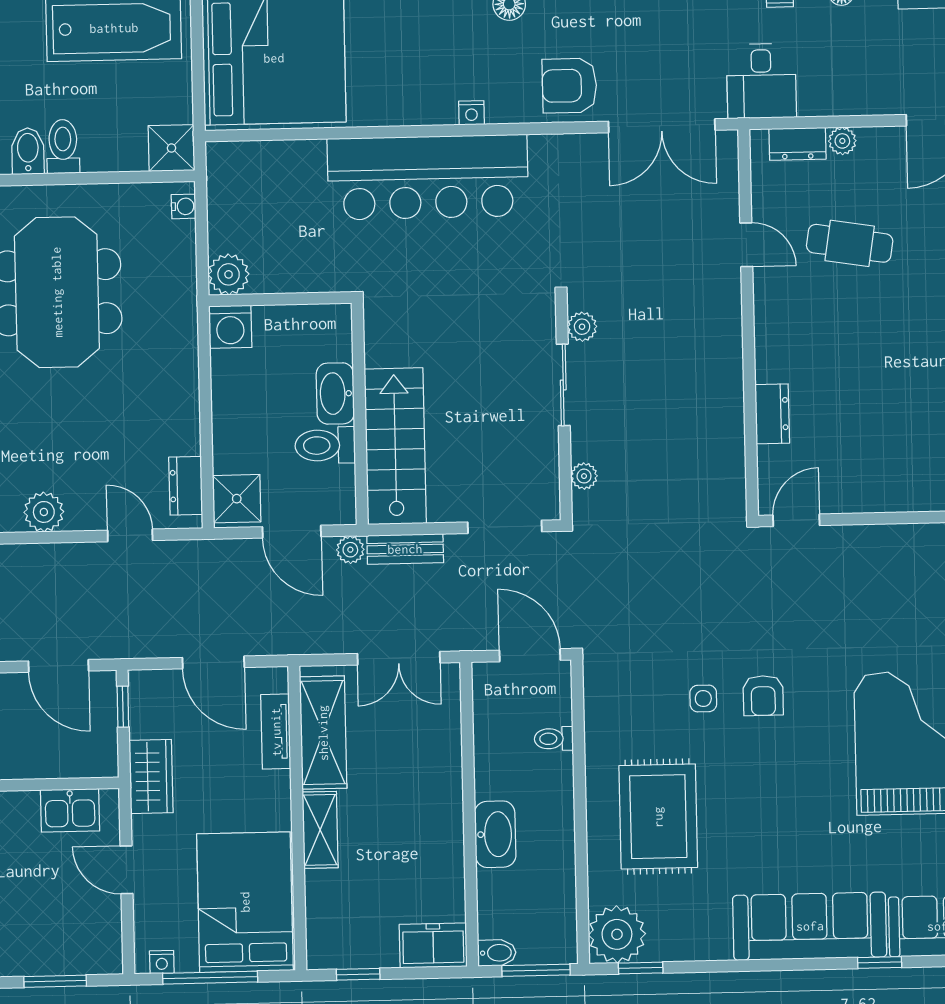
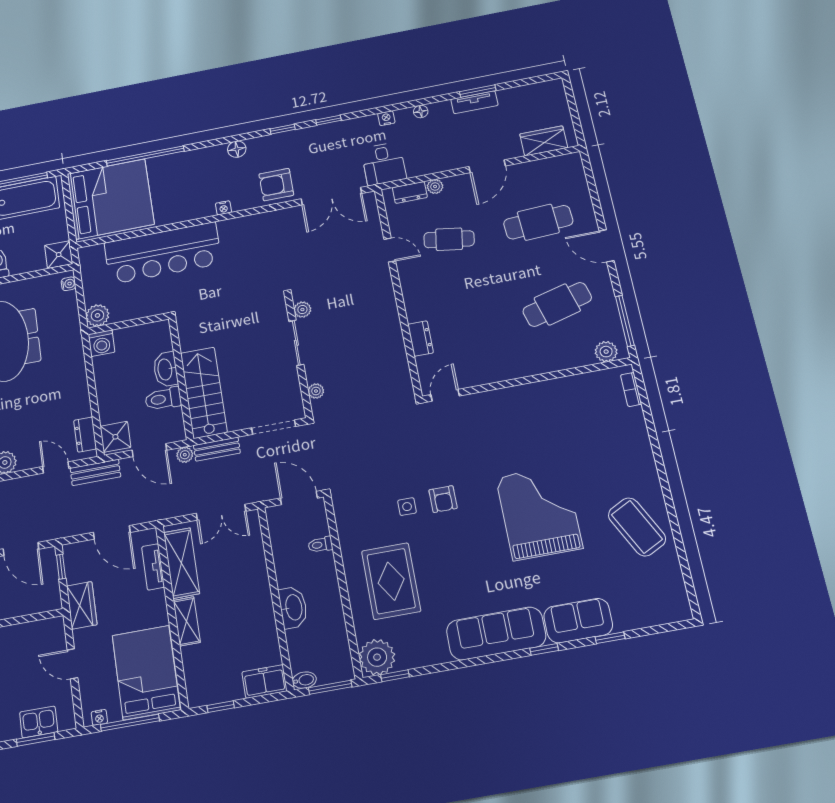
bar counter: (428, 177) -> (163, 253), moved
bench: (196, 555) -> (95, 472), added
kitchen sink: (70, 810) -> (39, 722), moved, turned 180

